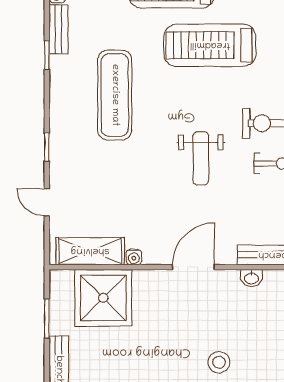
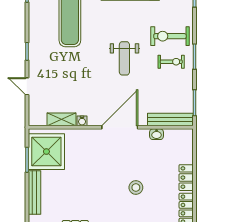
shelving: (90, 251) -> (62, 119), width x0.67, depth x0.75
door: (193, 267) -> (120, 127), width x1.36
shower: (103, 298) -> (46, 152), moved

